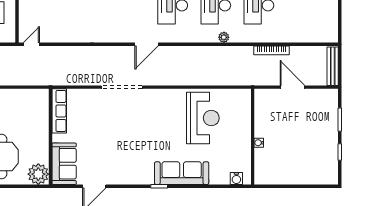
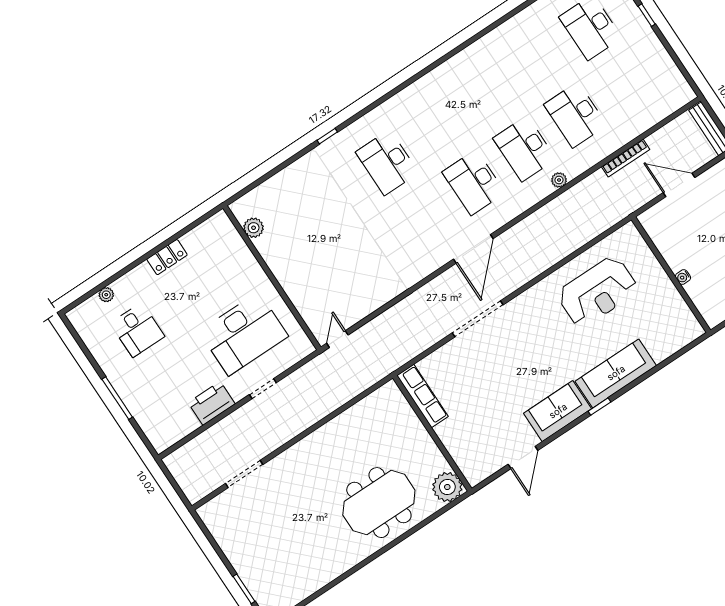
door: (147, 44) -> (473, 249), width x1.36
reception desk: (203, 118) -> (598, 292), turned 90
sofa: (64, 164) -> (558, 411), moved, turned -90
water cooler: (236, 179) -> (685, 337), removed

